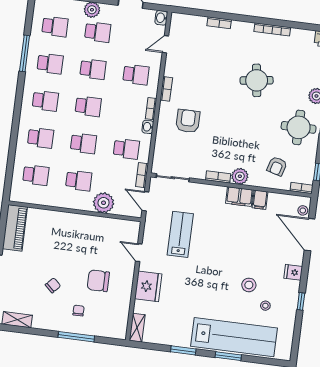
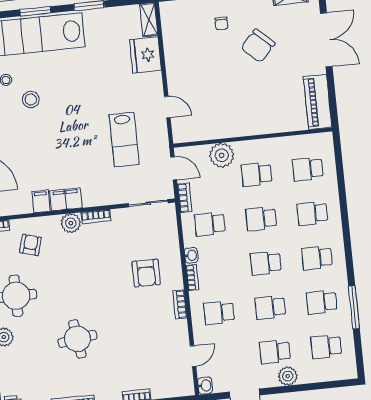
chair: (98, 281) -> (207, 63), removed
chair: (53, 285) -> (258, 46), width x1.87, depth x1.87
fridge: (148, 286) -> (146, 55), moved

